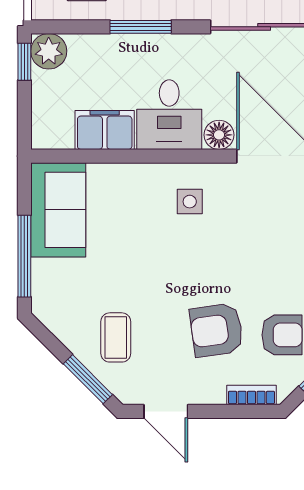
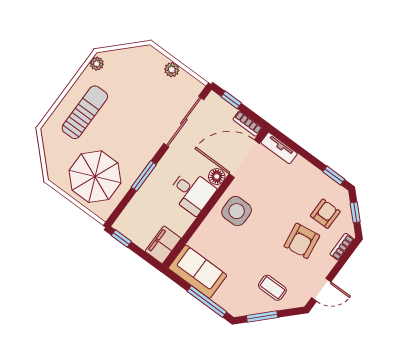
plant: (49, 51) -> (125, 224), removed
filing cabinet: (105, 130) -> (163, 245), moved
side table: (190, 202) -> (237, 211), width x1.87, depth x1.87
window: (88, 379) -> (262, 317), moved

